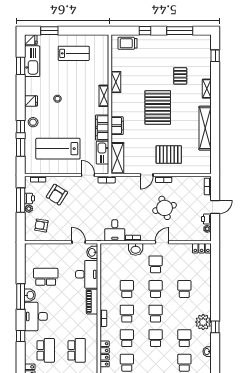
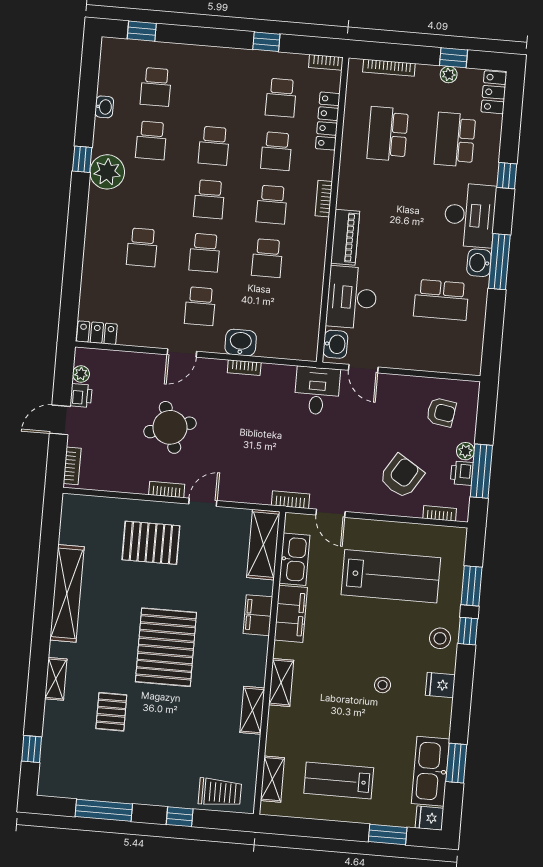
shelving: (104, 51) -> (272, 779), added
desk: (115, 230) -> (317, 391), moved

